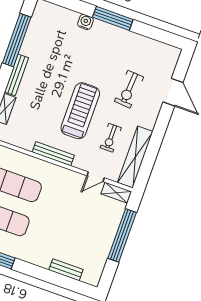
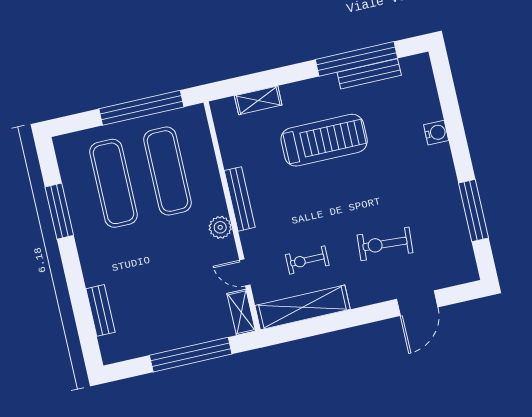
window: (113, 18) -> (474, 211), moved
bench: (16, 75) -> (369, 74), moved
treadmill: (80, 111) -> (324, 140), moved
plant: (62, 174) -> (220, 227), added

